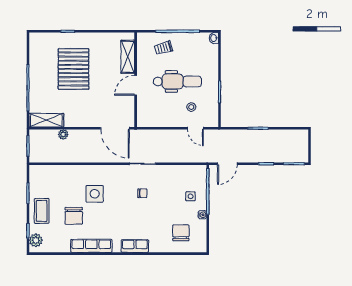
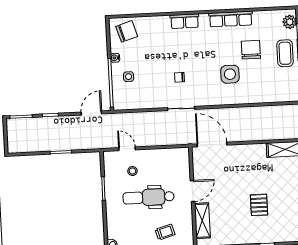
pallet: (73, 69) -> (259, 205), width x0.49, depth x0.50
plant: (63, 134) -> (266, 135), removed
chair: (181, 233) -> (127, 31), moved, turned -107

